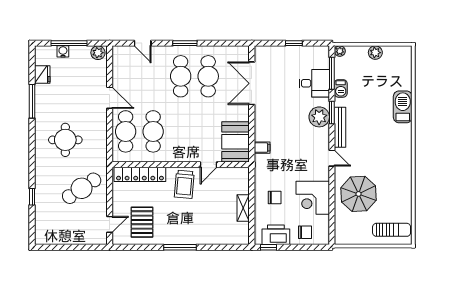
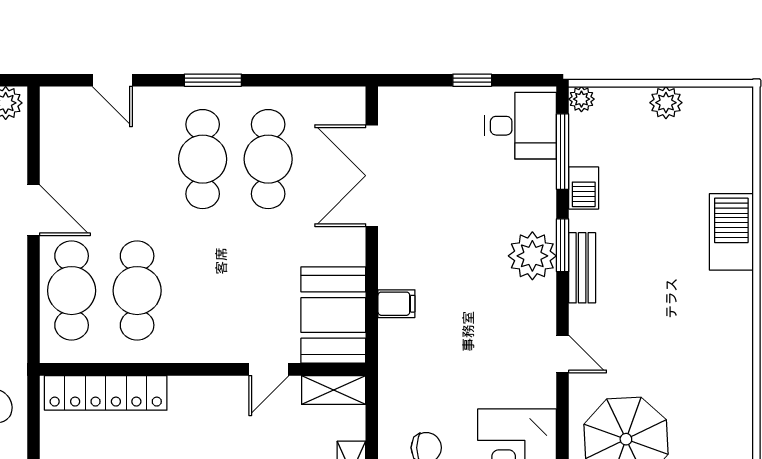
desk: (314, 83) -> (521, 126), moved
bench: (340, 127) -> (582, 268), width x0.73
filing cabinet: (262, 148) -> (396, 304), moved
shelving: (236, 173) -> (334, 390), added
trolley: (184, 184) -> (211, 416), removed

